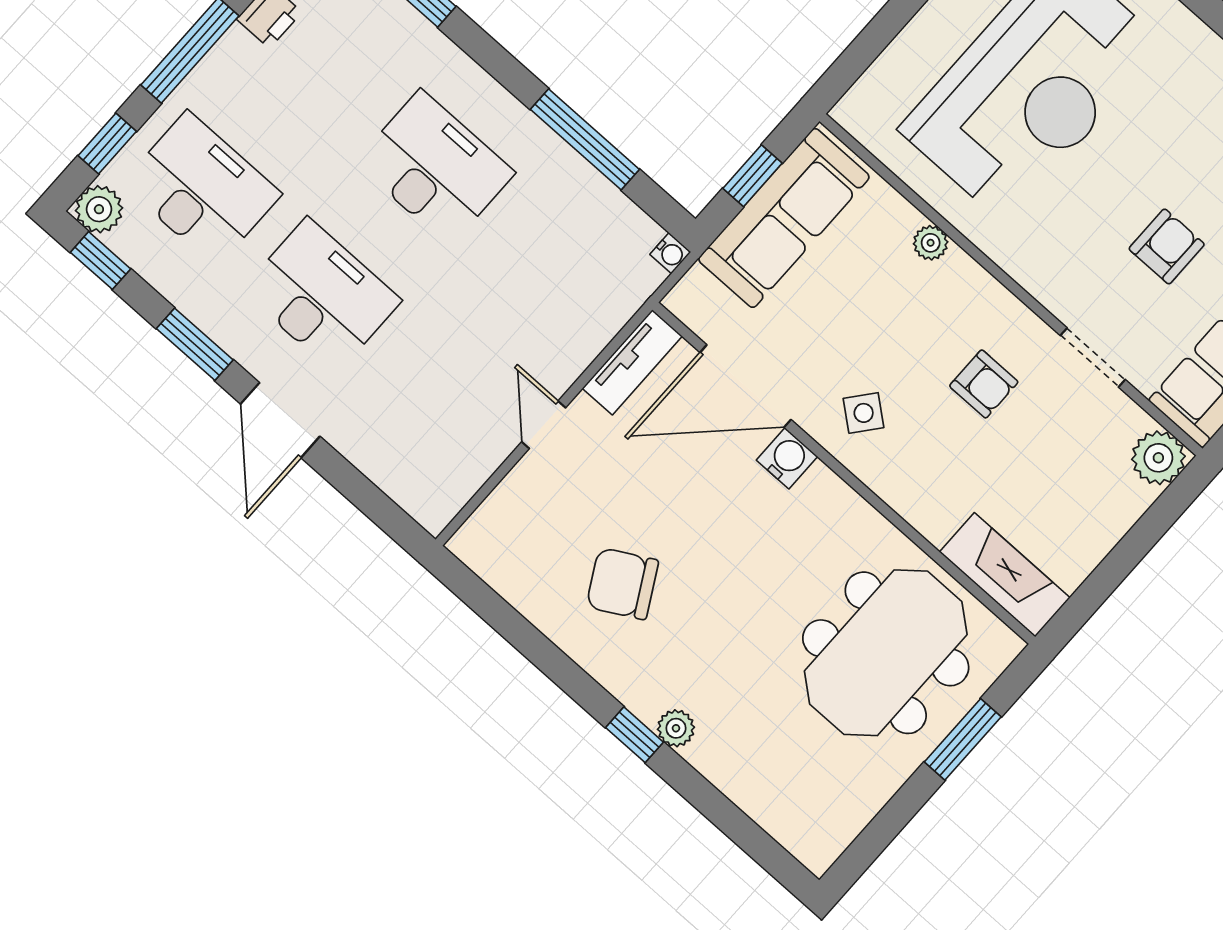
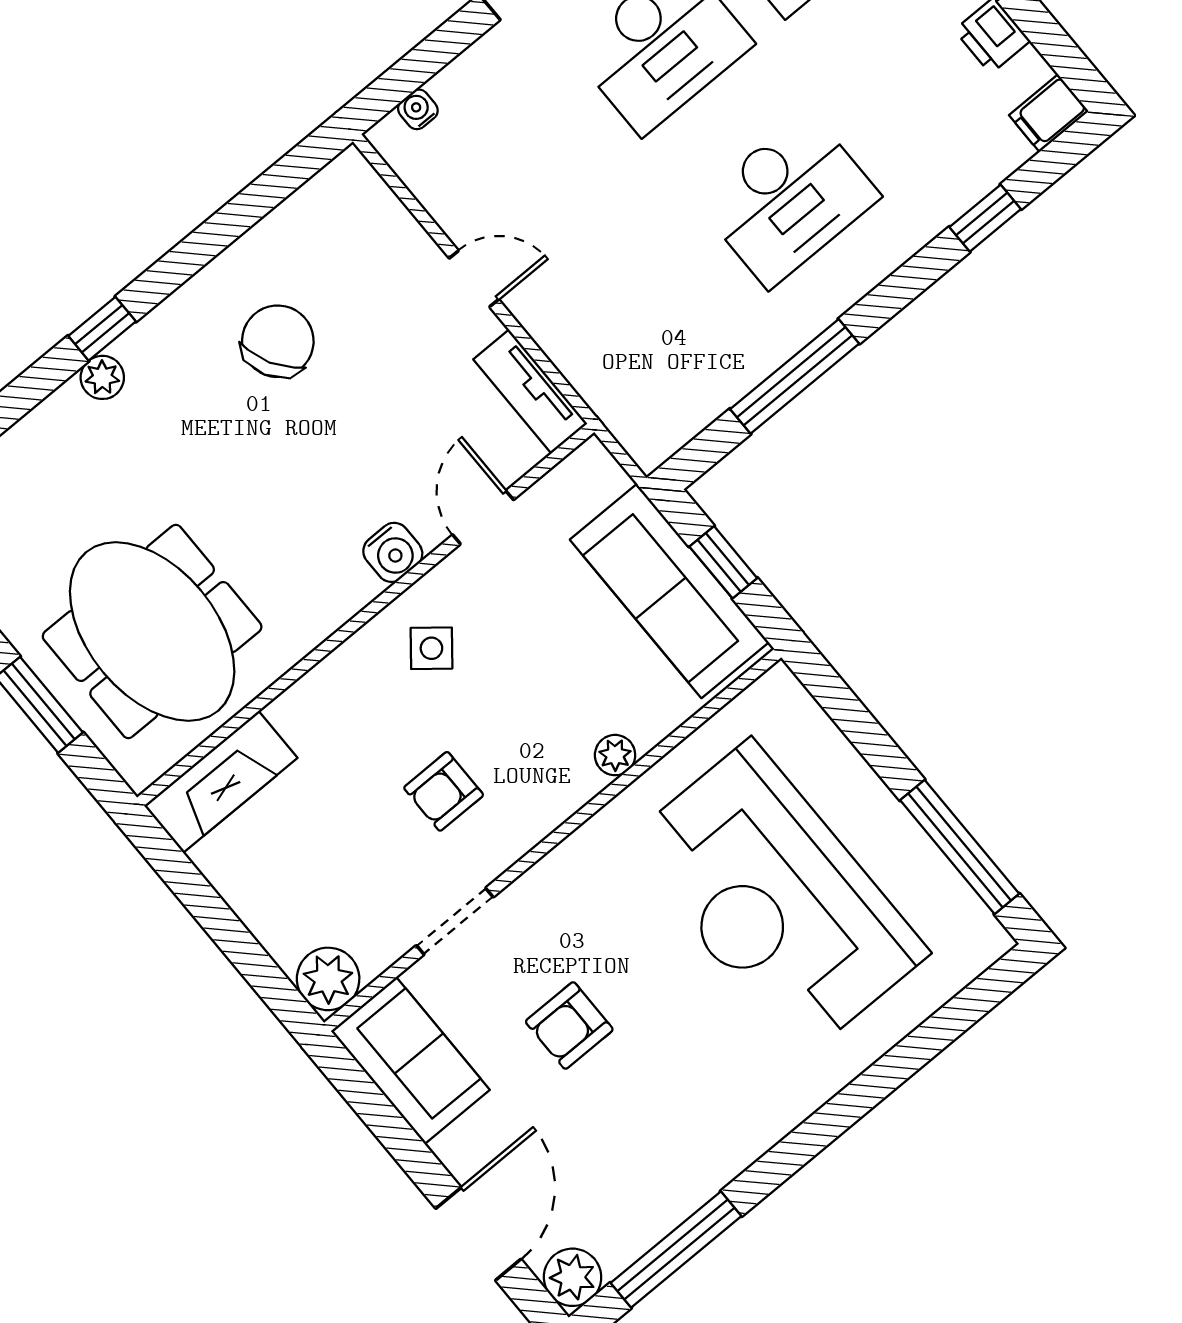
armchair: (1167, 246) -> (569, 1026), turned 90
water cooler: (670, 253) -> (418, 109), moved, turned 90
door: (745, 386) -> (483, 517), width x0.53

